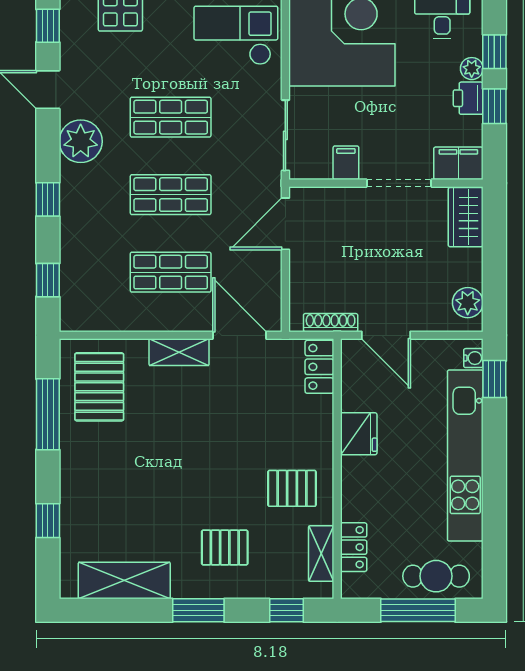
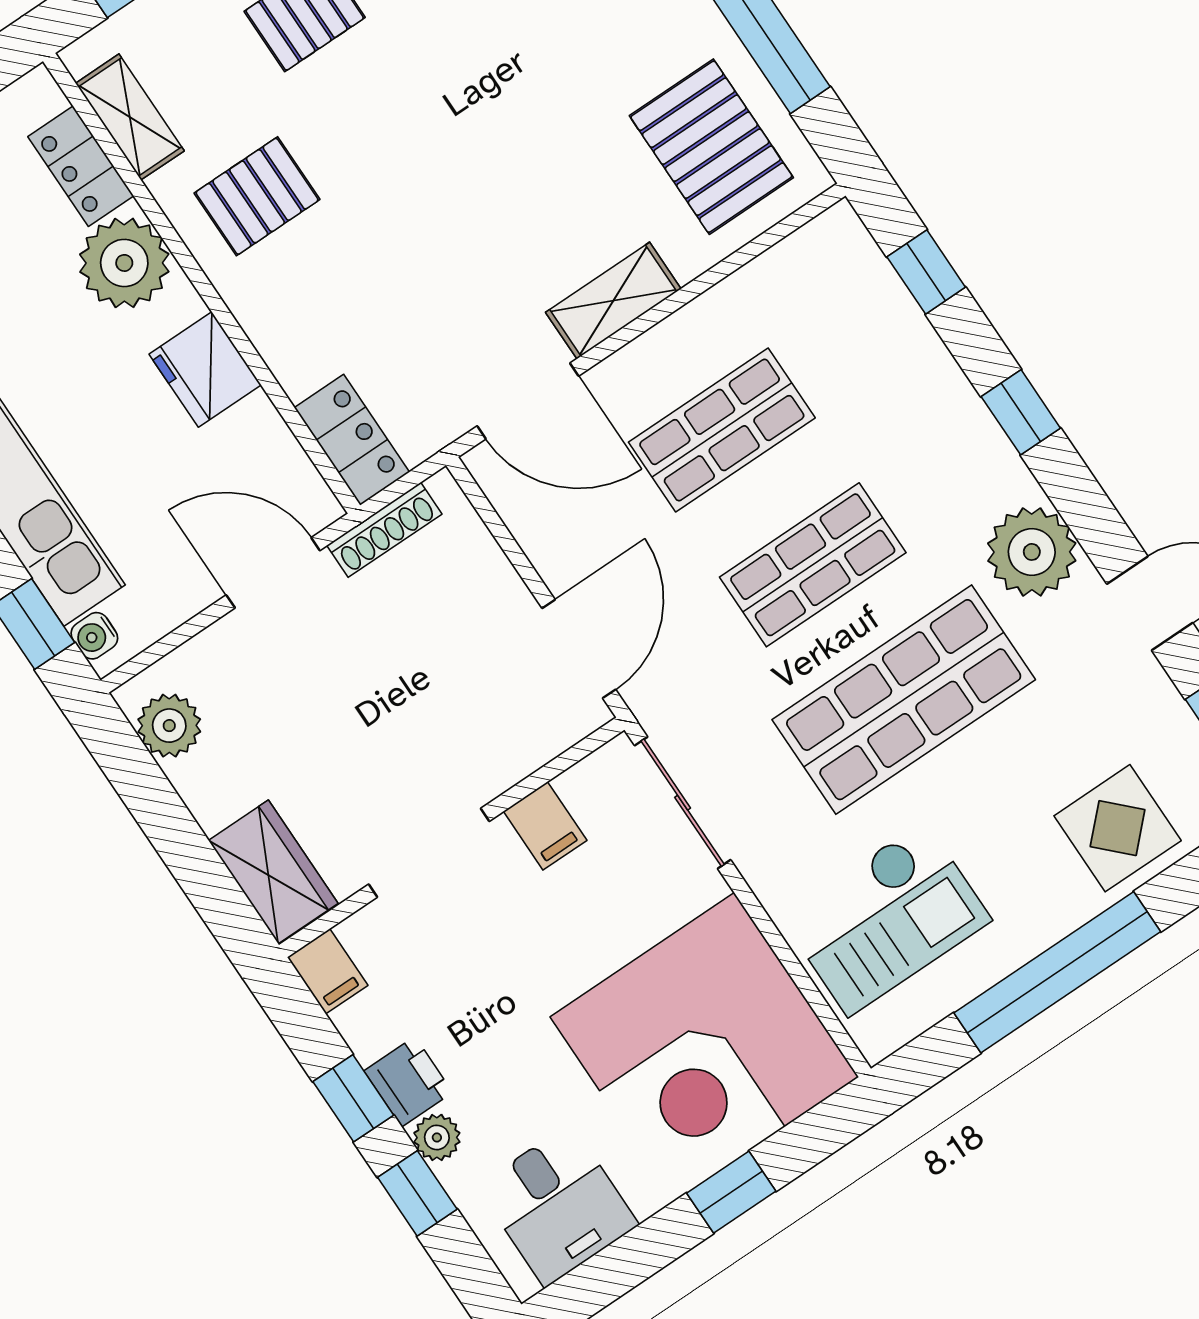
shop shelf: (171, 117) -> (904, 700), width x1.43, depth x1.36
filing cabinet: (458, 163) -> (328, 971), width x0.50
plant: (362, 497) -> (124, 263), added

